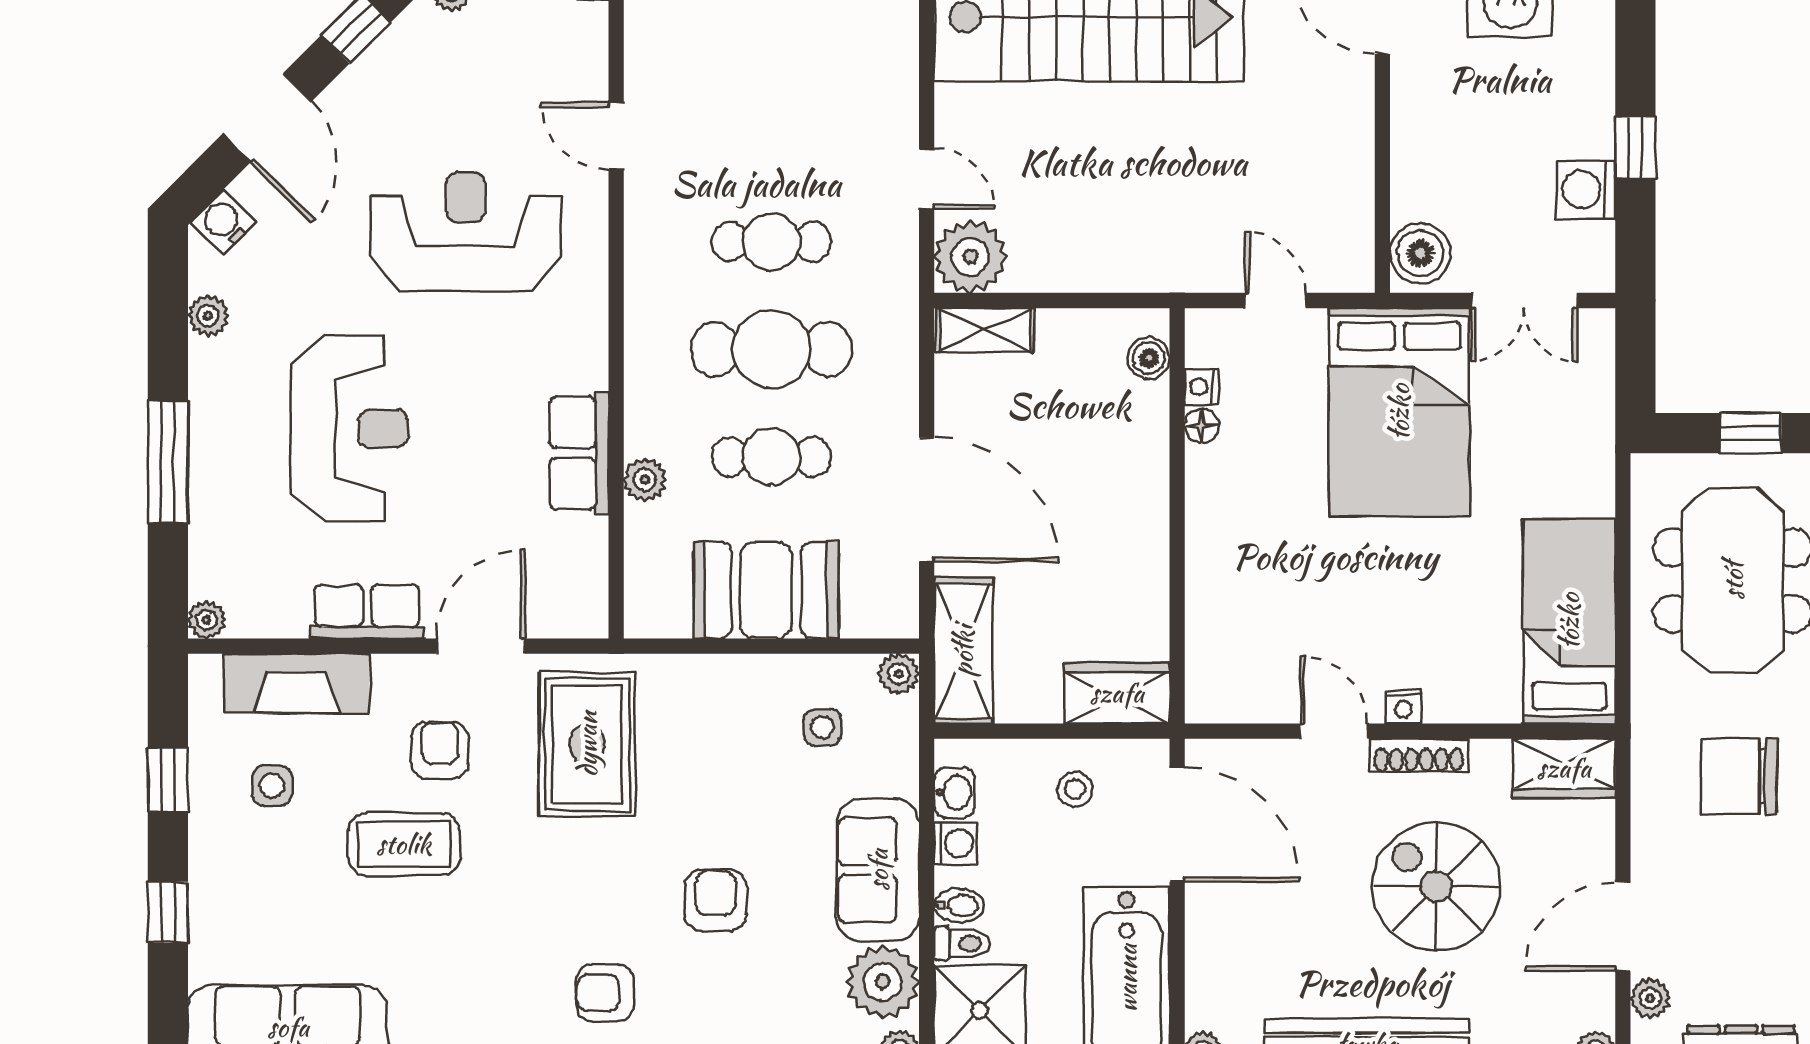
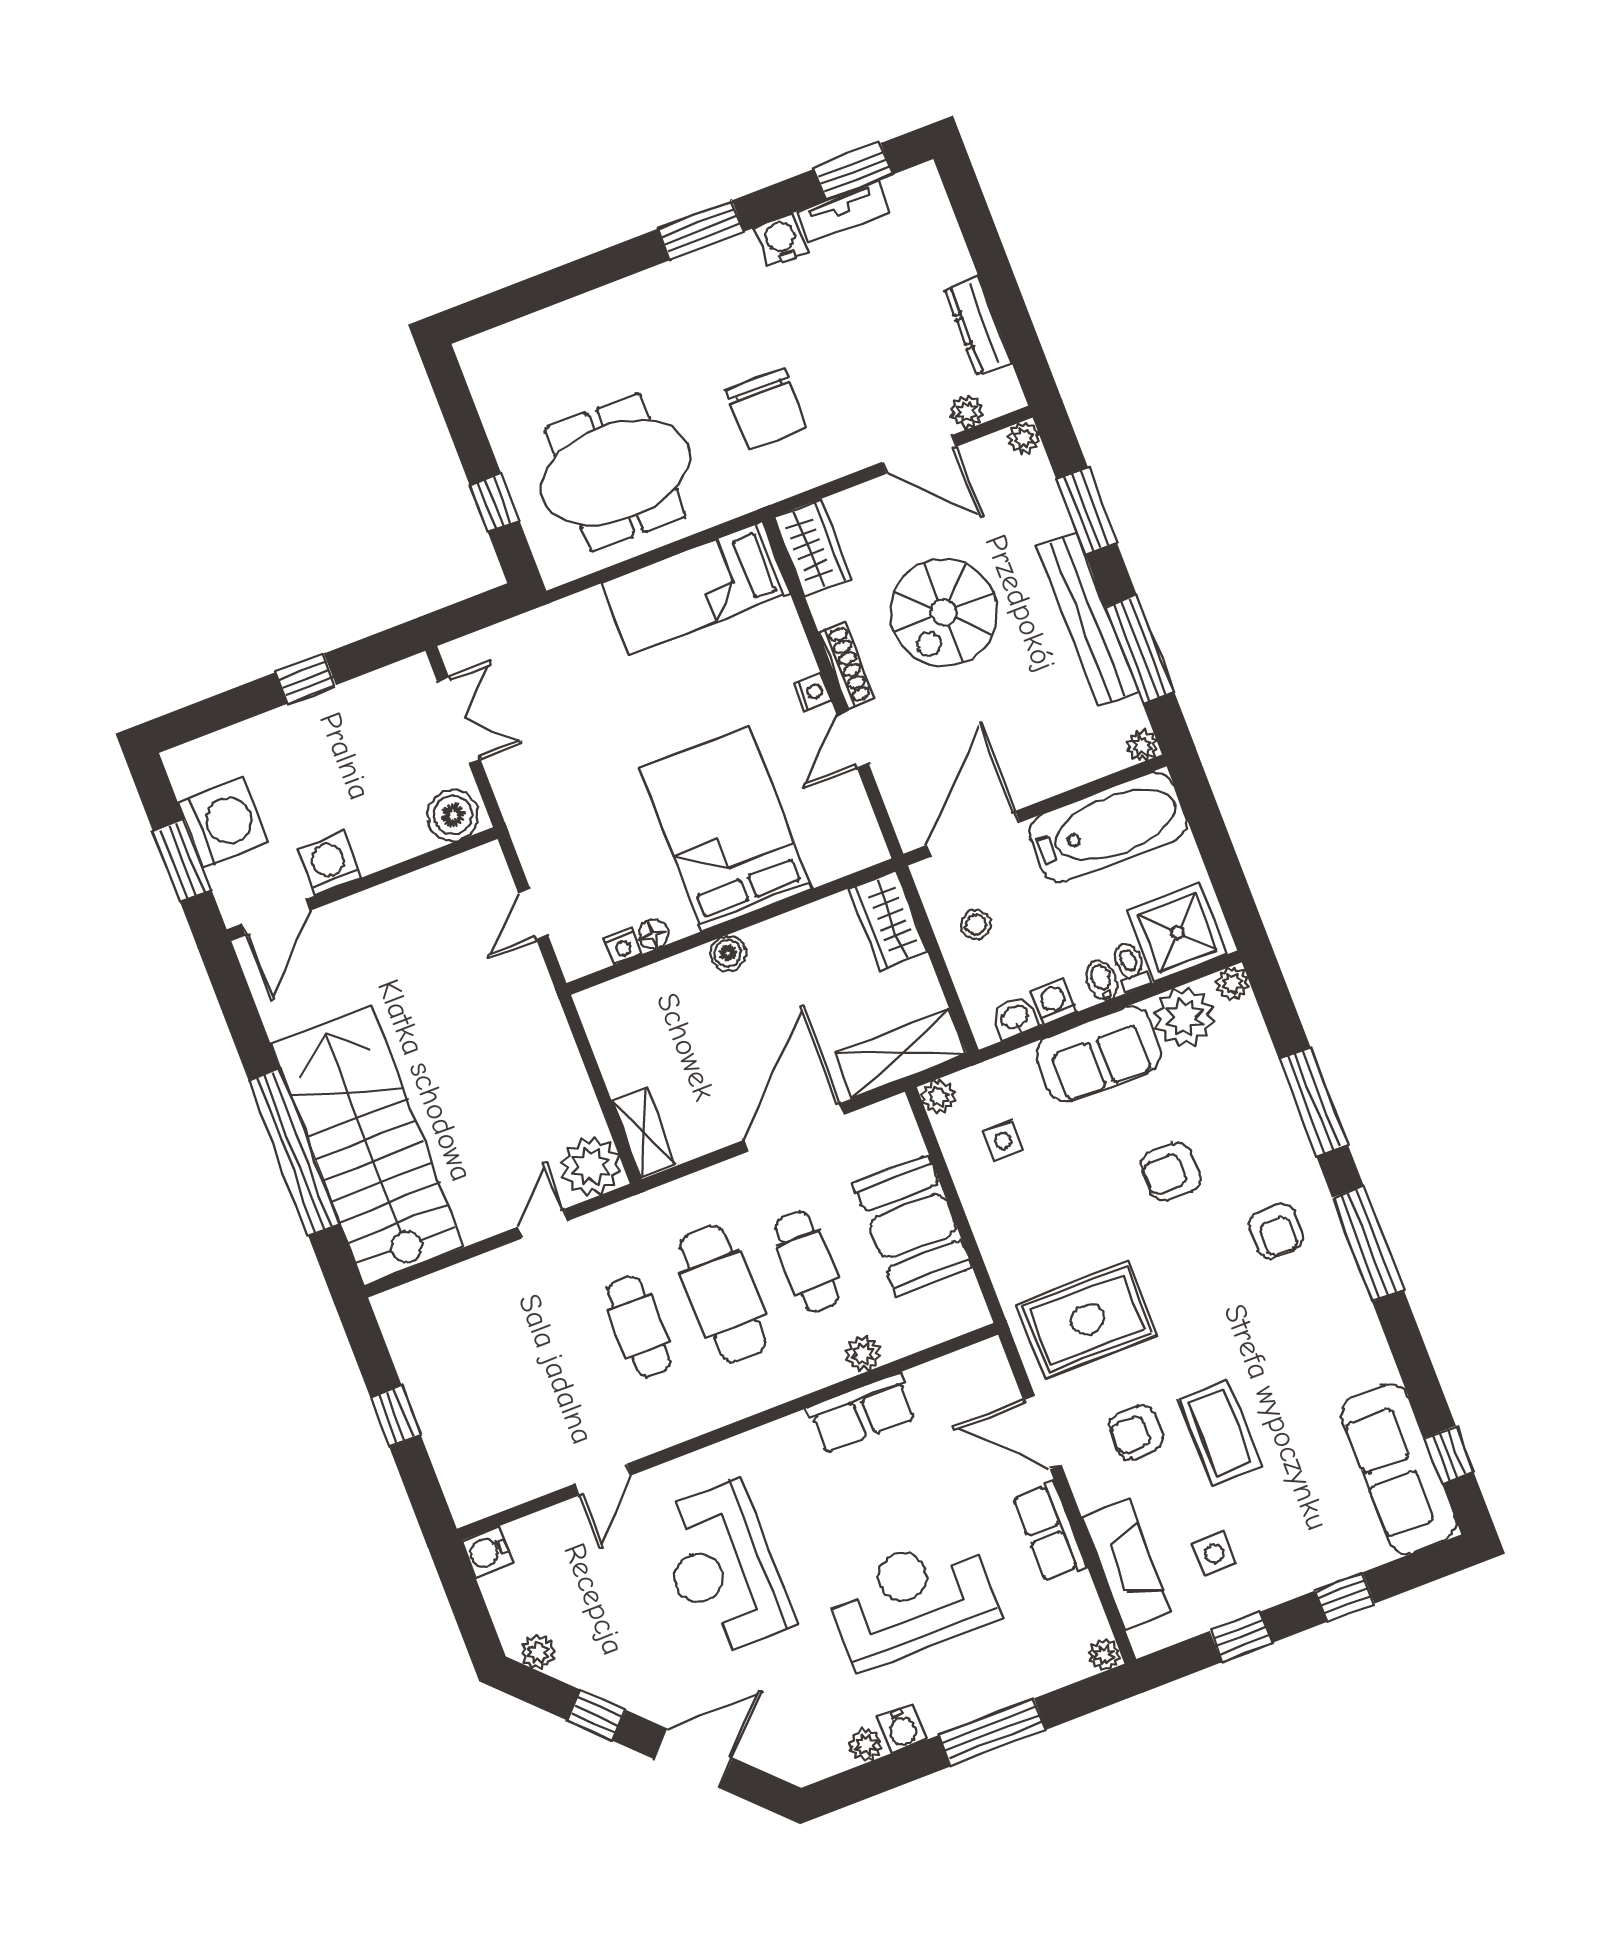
washing machine: (1586, 189) -> (329, 864), moved, turned 180
water cooler: (224, 222) -> (902, 1728), moved, turned -45
boiler: (1149, 358) -> (728, 953), moved
bed: (1399, 412) -> (726, 829), moved, turned -90

